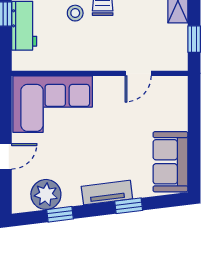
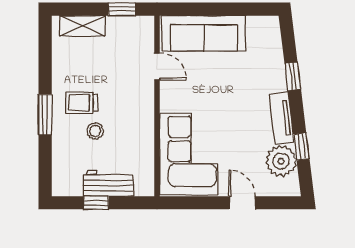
sofa: (170, 162) -> (204, 33), moved, width x1.36
tv unit: (107, 193) -> (282, 118), moved

